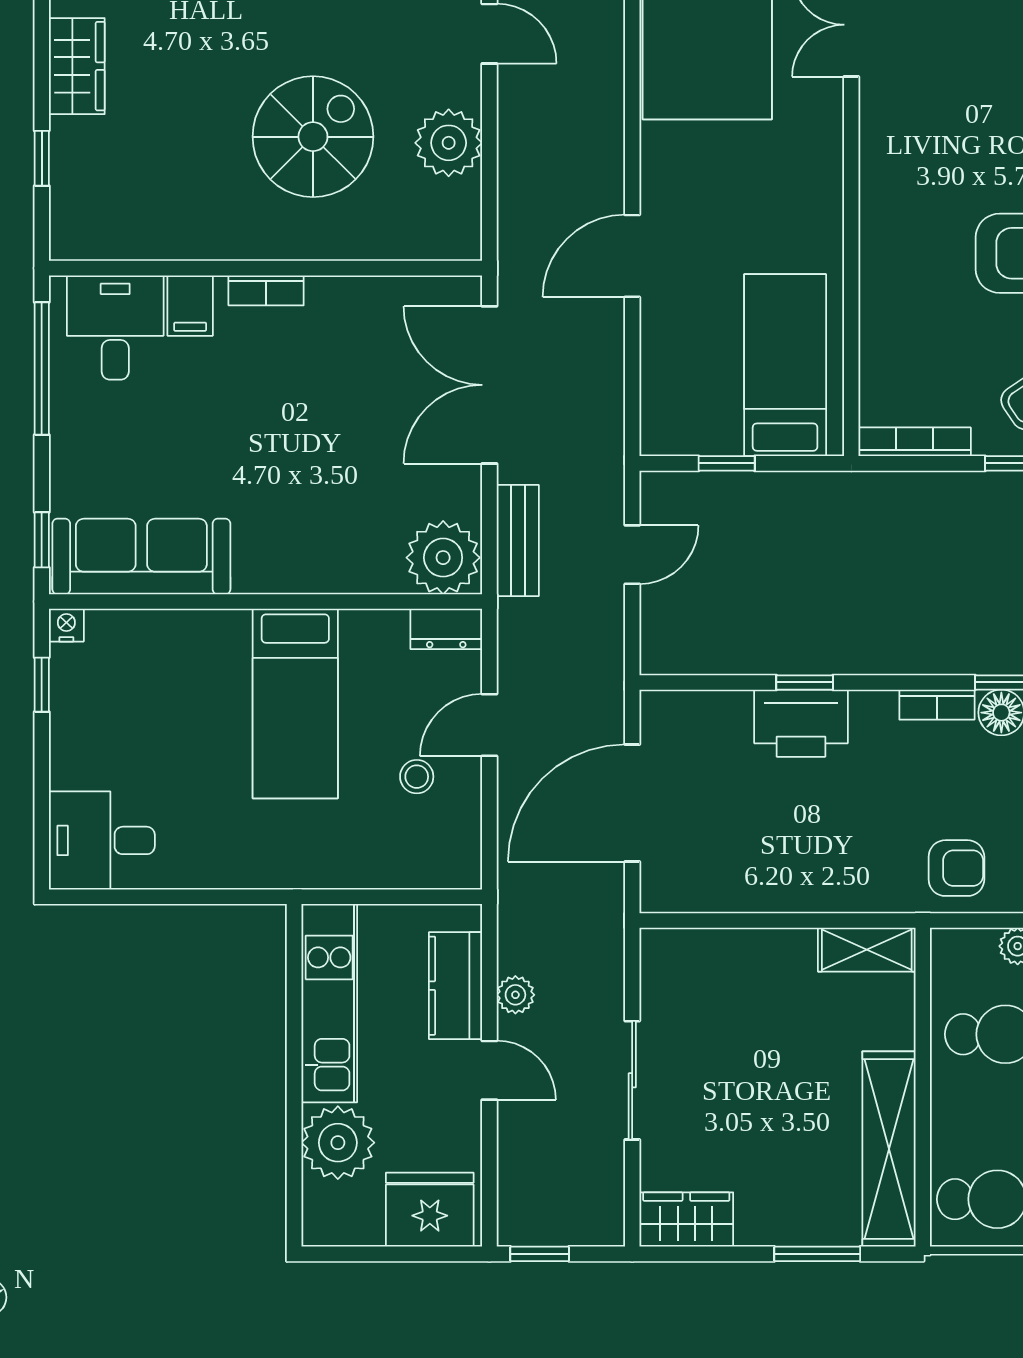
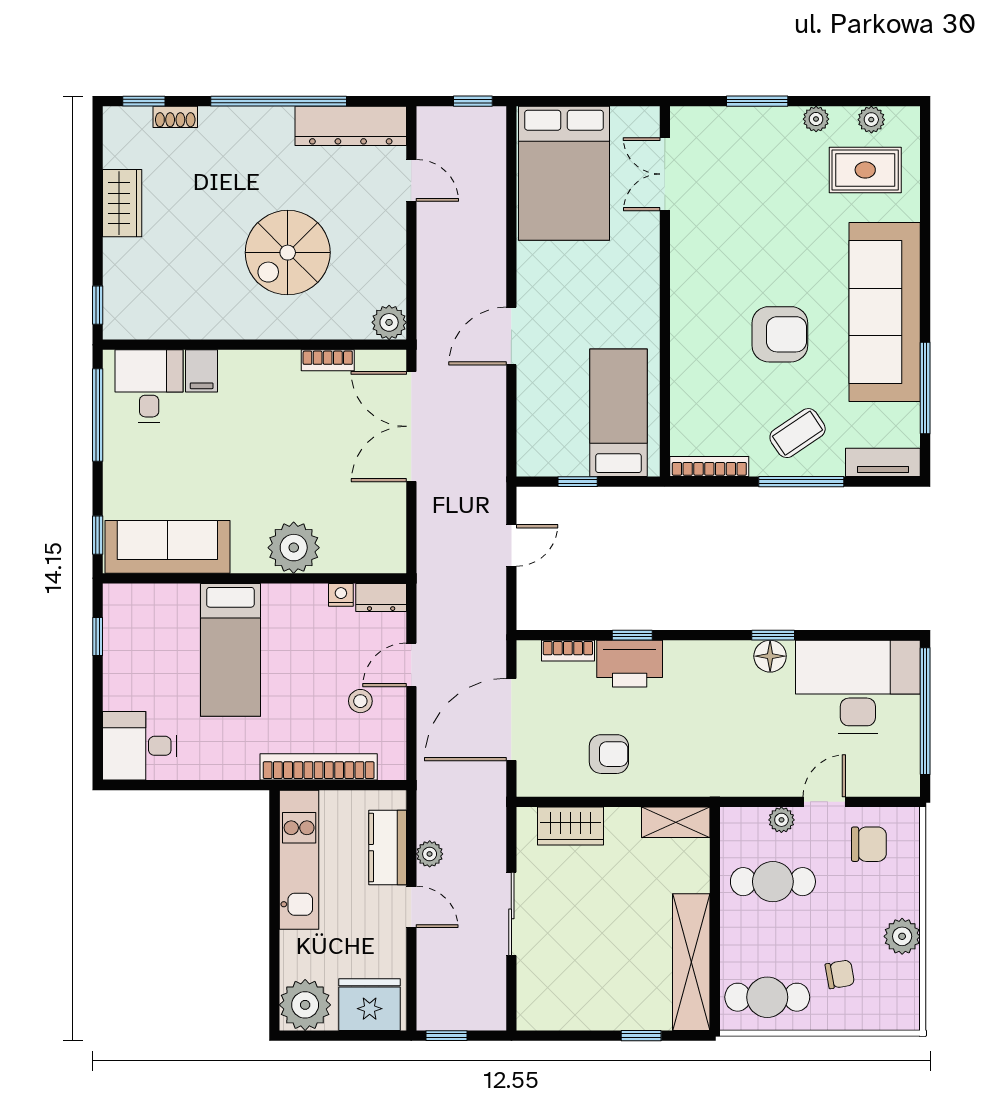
spiral stairs: (313, 137) -> (288, 253), turned 180
plant: (449, 143) -> (389, 322), moved, width x0.73, depth x0.73
window: (42, 158) -> (98, 305), moved
bookcase: (266, 290) -> (328, 360), moved
bench: (518, 540) -> (431, 536), removed
plant: (443, 558) -> (294, 548), moved
nightstand: (66, 625) -> (341, 595), moved
bed: (295, 703) -> (230, 650), moved
bookcase: (937, 705) -> (568, 651), moved
armchair: (956, 868) -> (609, 754), moved
bookcase: (357, 871) -> (319, 767), added
plant: (338, 1143) -> (305, 1005), moved
wardrobe: (686, 1219) -> (571, 826), moved, turned 180
window: (817, 1254) -> (641, 1036), width x0.67

